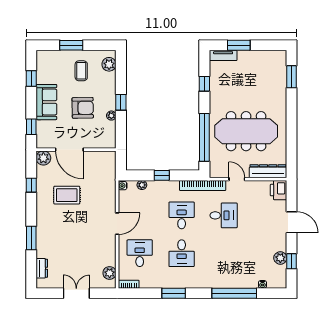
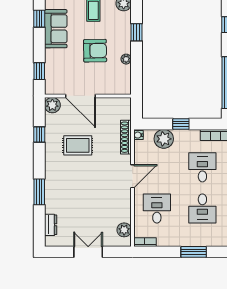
sofa: (46, 102) -> (56, 29), moved
window: (121, 102) -> (137, 32), moved
plant: (142, 185) -> (164, 139), width x1.88, depth x1.88
shoe rack: (111, 188) -> (126, 137), added

